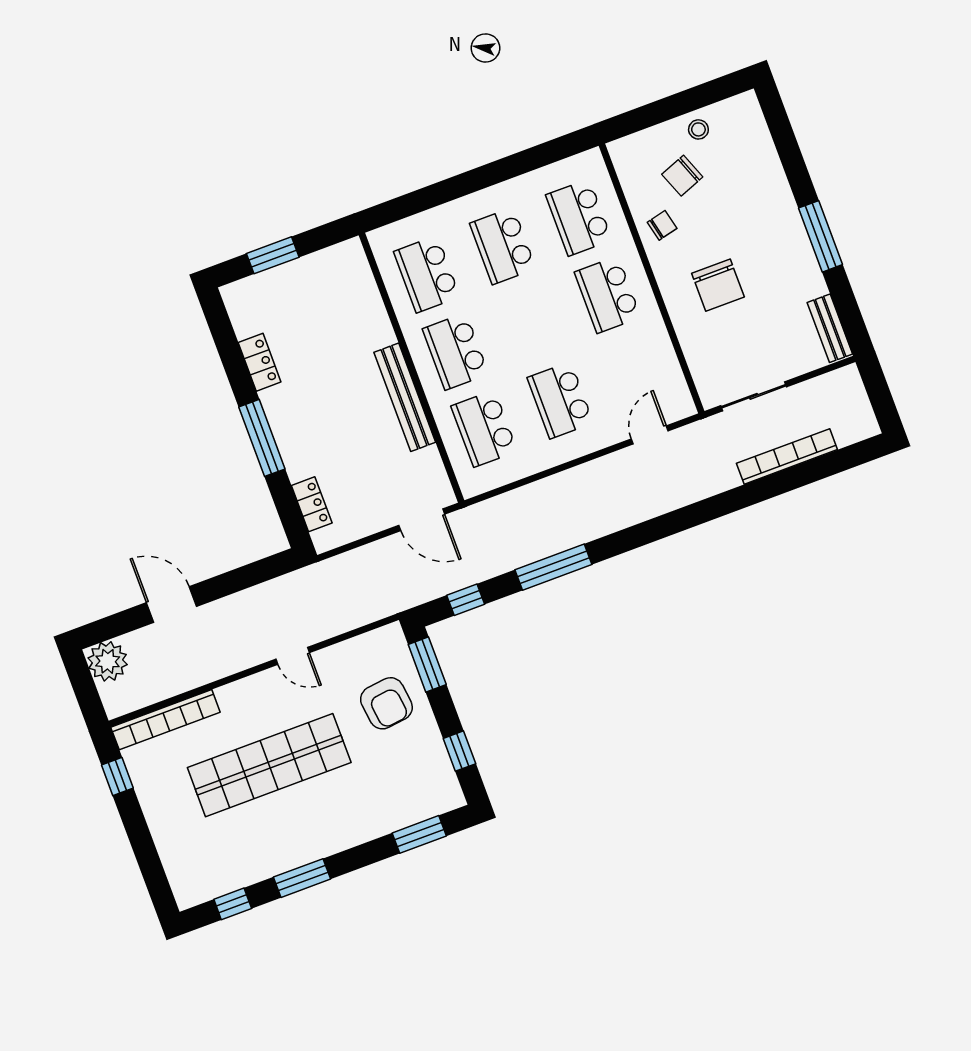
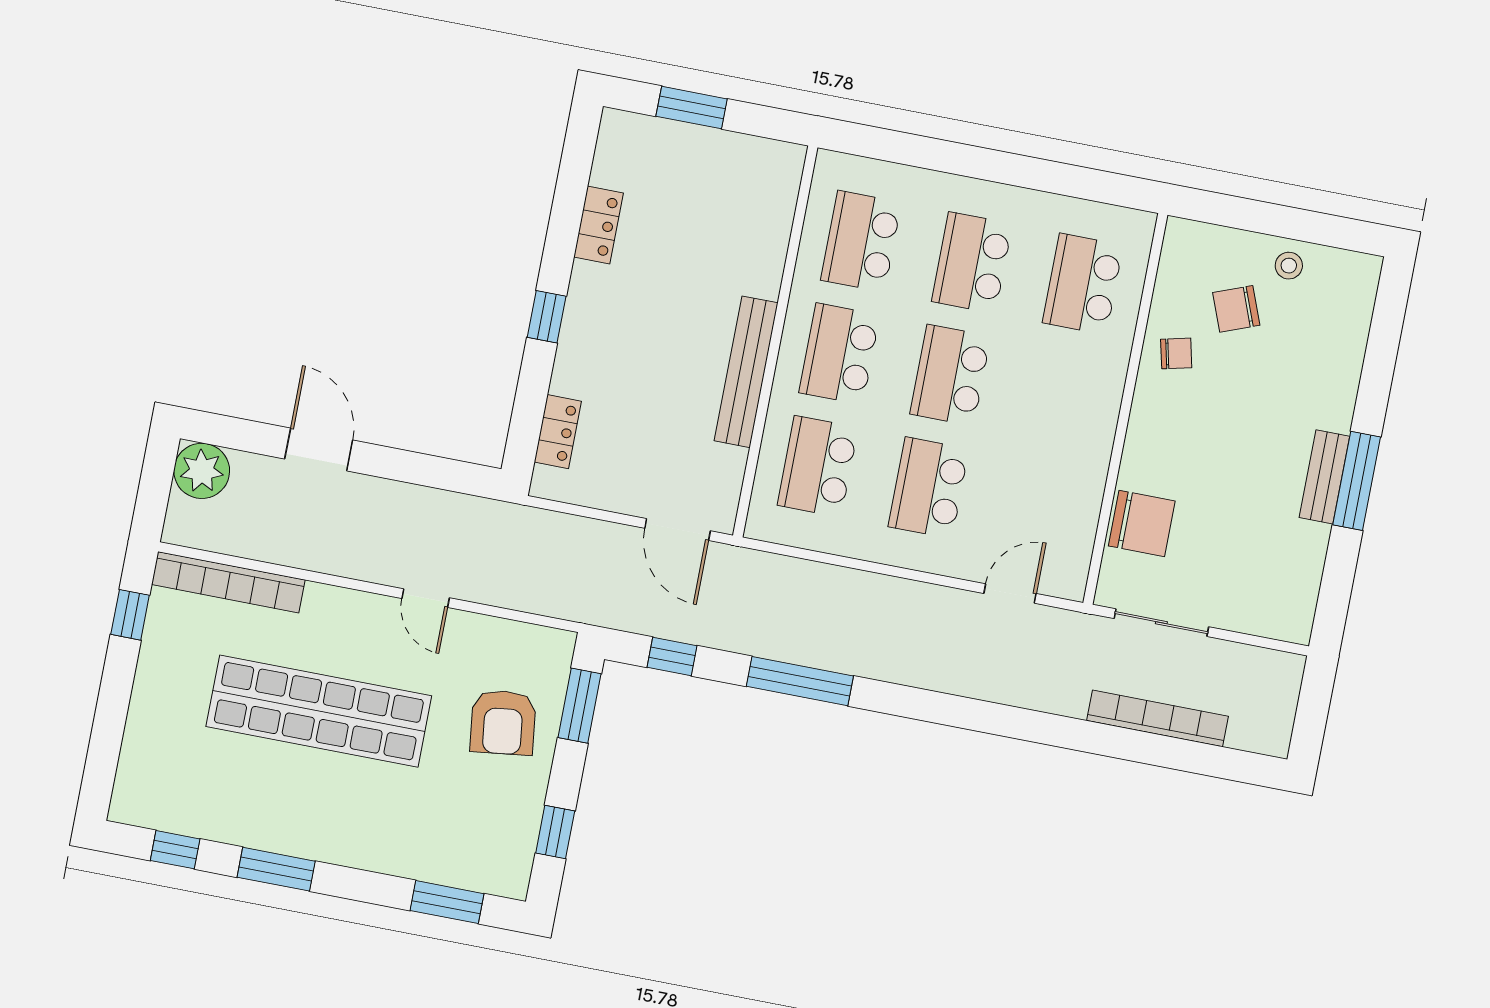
chair: (718, 285) -> (1142, 523), moved, turned -90
school desk: (608, 295) -> (950, 375), moved
bench: (830, 328) -> (1324, 477), moved
window: (262, 438) -> (547, 317), width x0.46

